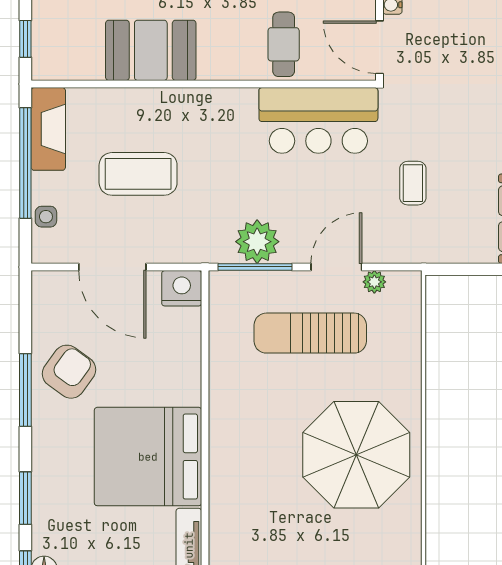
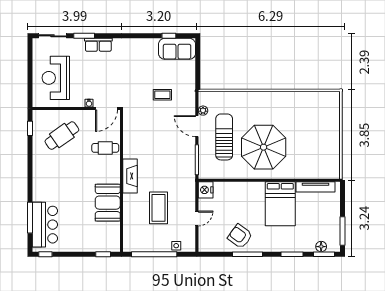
bar counter: (318, 120) -> (137, 134), removed
fireplace: (48, 129) -> (130, 176), moved, turned 90
plant: (257, 242) -> (186, 159), removed
door: (112, 267) -> (197, 218), width x0.53
sun lounger: (310, 333) -> (224, 137), turned 180
parasol: (356, 455) -> (264, 147), moved
bed: (148, 457) -> (280, 204), width x0.73

